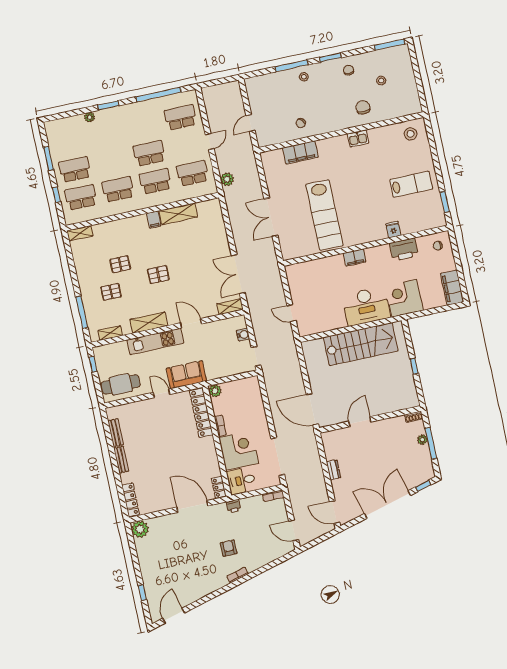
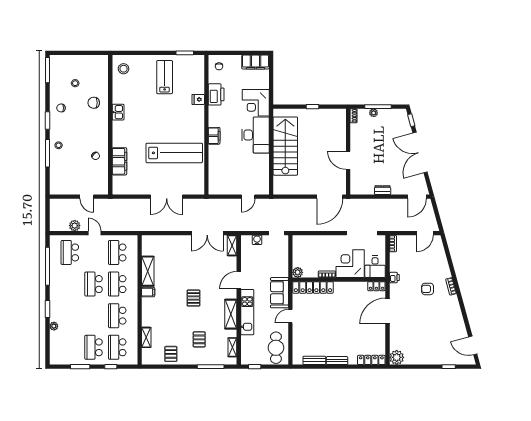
plant: (227, 179) -> (75, 226), moved
shelving: (80, 233) -> (146, 337), moved
pallet: (120, 264) -> (171, 354), moved

